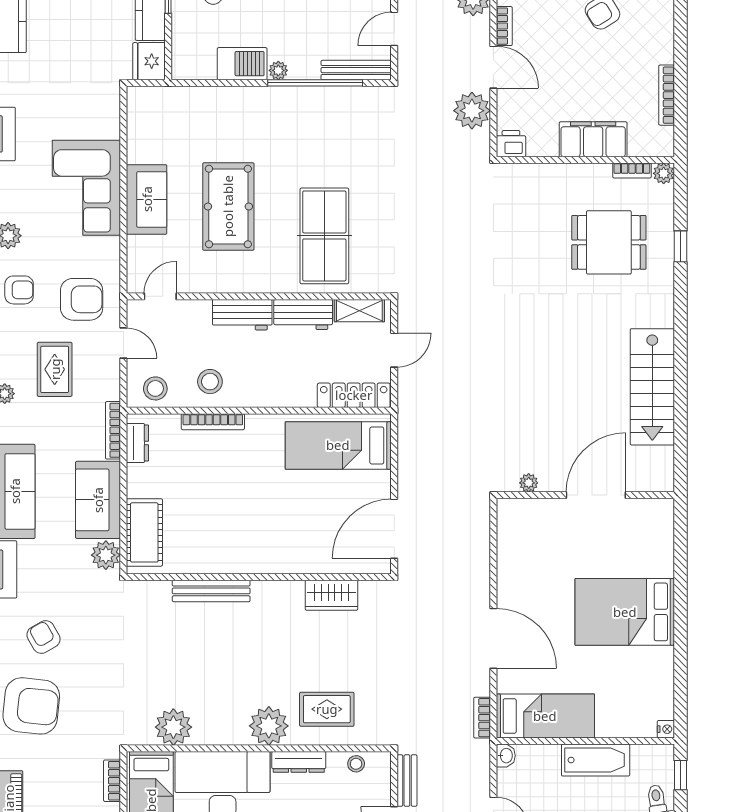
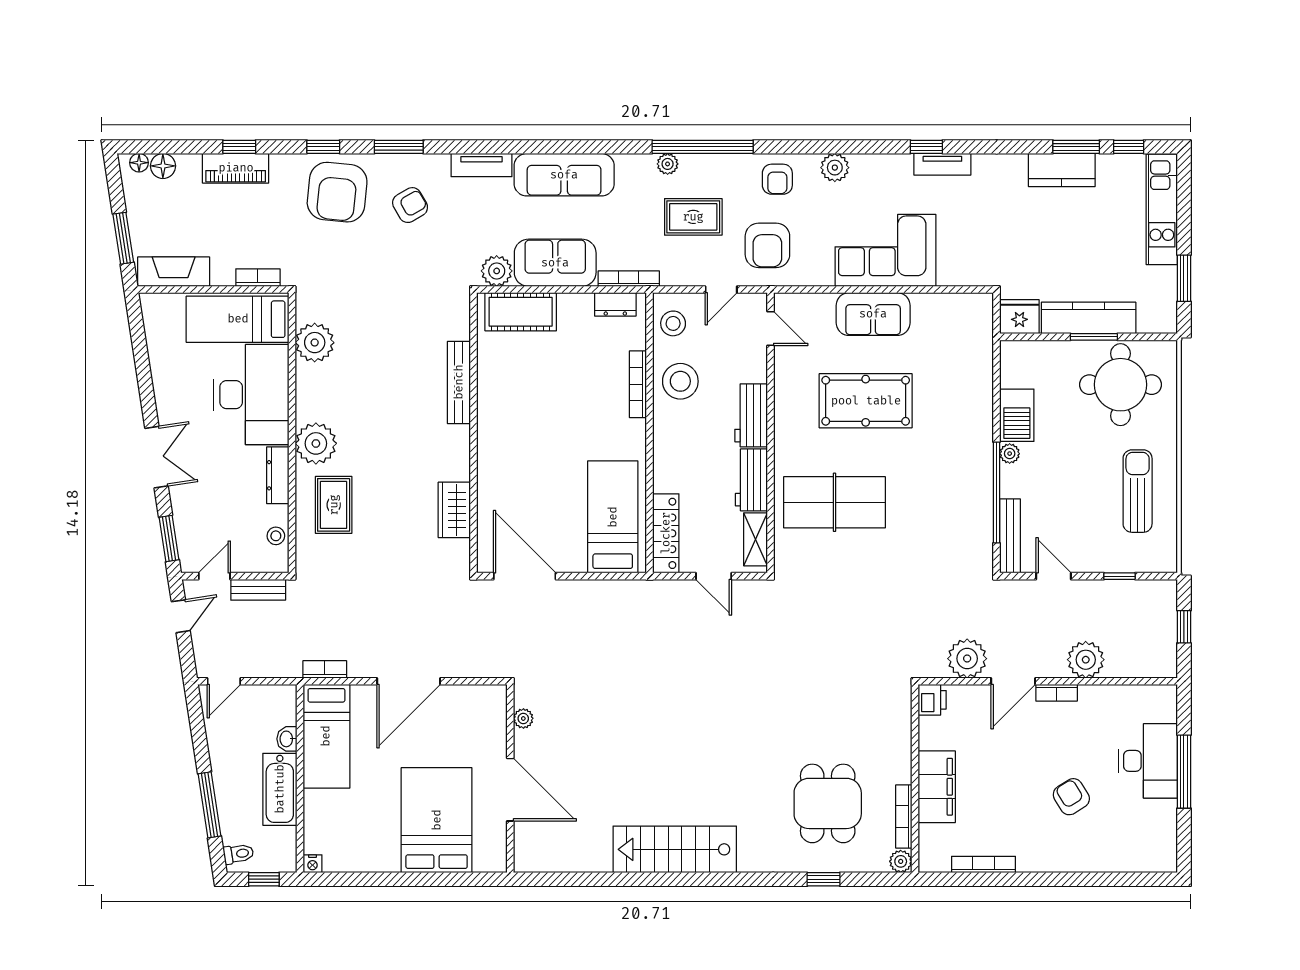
bookcase: (632, 170) -> (904, 816), width x1.56
stool: (210, 382) -> (680, 381), width x1.38, depth x1.38
plant: (529, 483) -> (523, 718), moved
wall: (585, 495) -> (510, 779), moved
door: (596, 495) -> (510, 790), moved
washbasin: (506, 756) -> (287, 739), moved, turned 90

